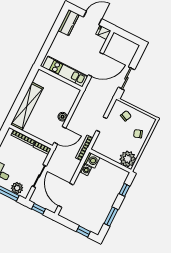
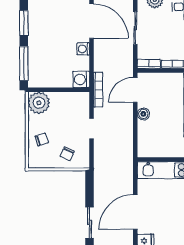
door: (96, 64) -> (135, 212), moved
sliding door: (126, 78) -> (89, 223), moved
washing machine: (85, 170) -> (83, 49), moved
window: (124, 190) -> (24, 63), width x2.17

